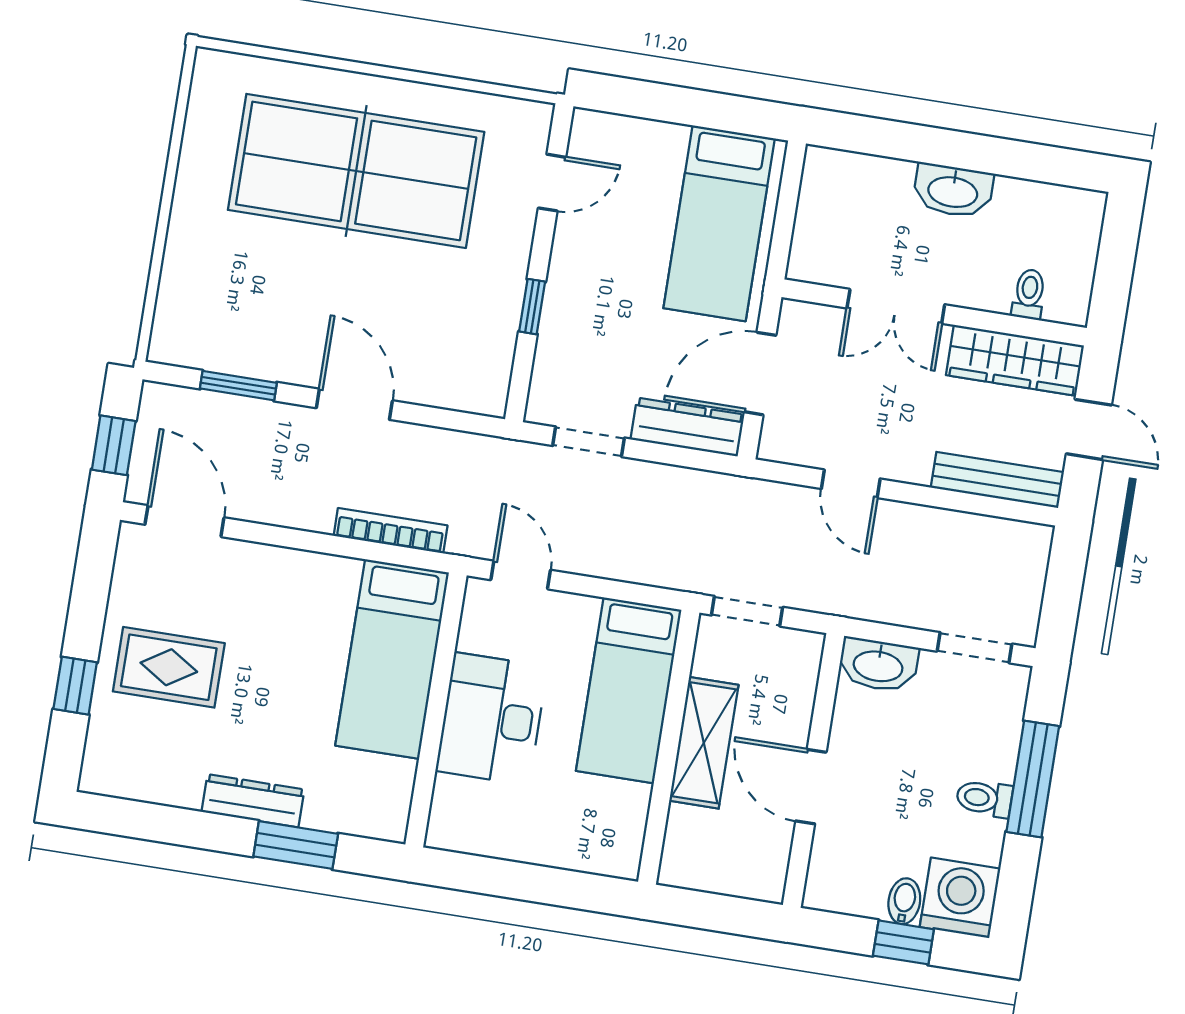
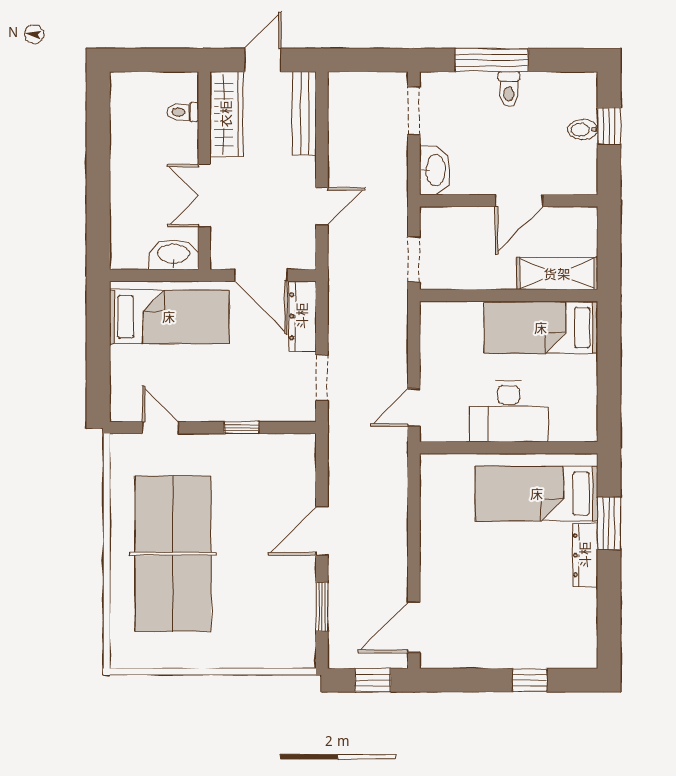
washbasin: (953, 191) -> (174, 254), moved, turned -90
double door: (896, 306) -> (204, 196), swing flipped
bookcase: (391, 531) -> (399, 495), removed
bed: (392, 659) -> (537, 494), moved, turned 180
rug: (169, 667) -> (509, 622), removed
bed: (629, 690) -> (541, 328), moved, turned 180
shelving: (704, 743) -> (557, 274), moved
washing machine: (960, 898) -> (575, 94), removed

